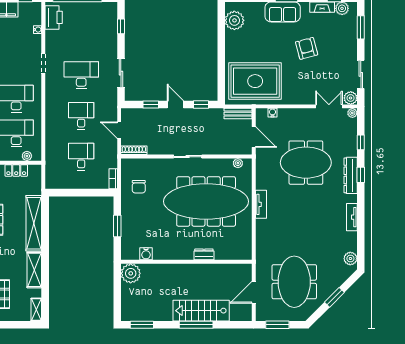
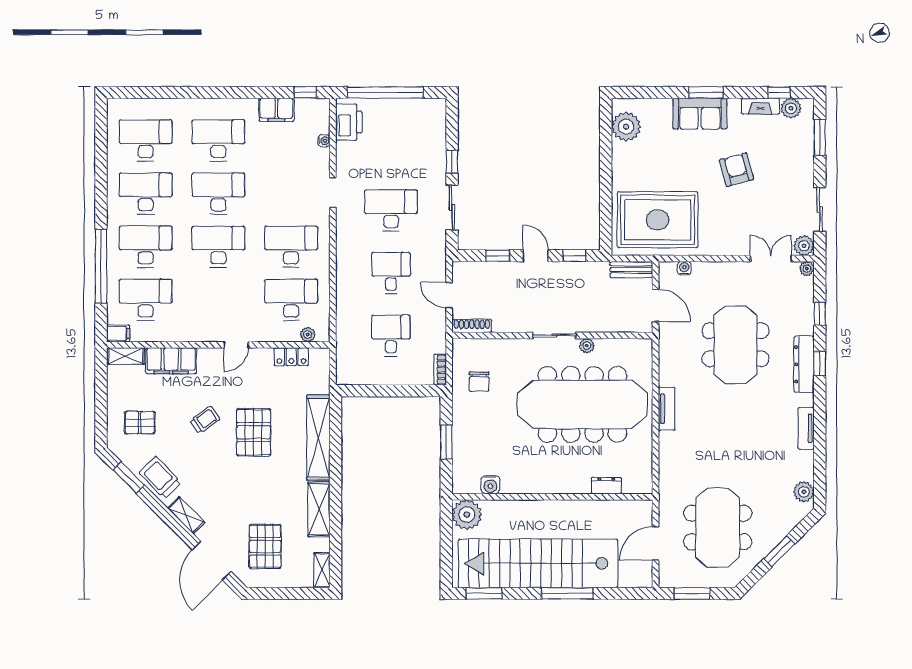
window: (121, 26) -> (452, 162), moved
plant: (238, 163) -> (587, 346), moved
meeting table: (306, 163) -> (736, 345), turned 90
dresser: (204, 254) -> (606, 486), moved
stairs: (201, 311) -> (538, 563), width x1.86, depth x1.51

